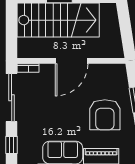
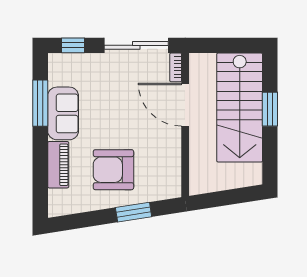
door: (72, 61) -> (185, 105), moved

